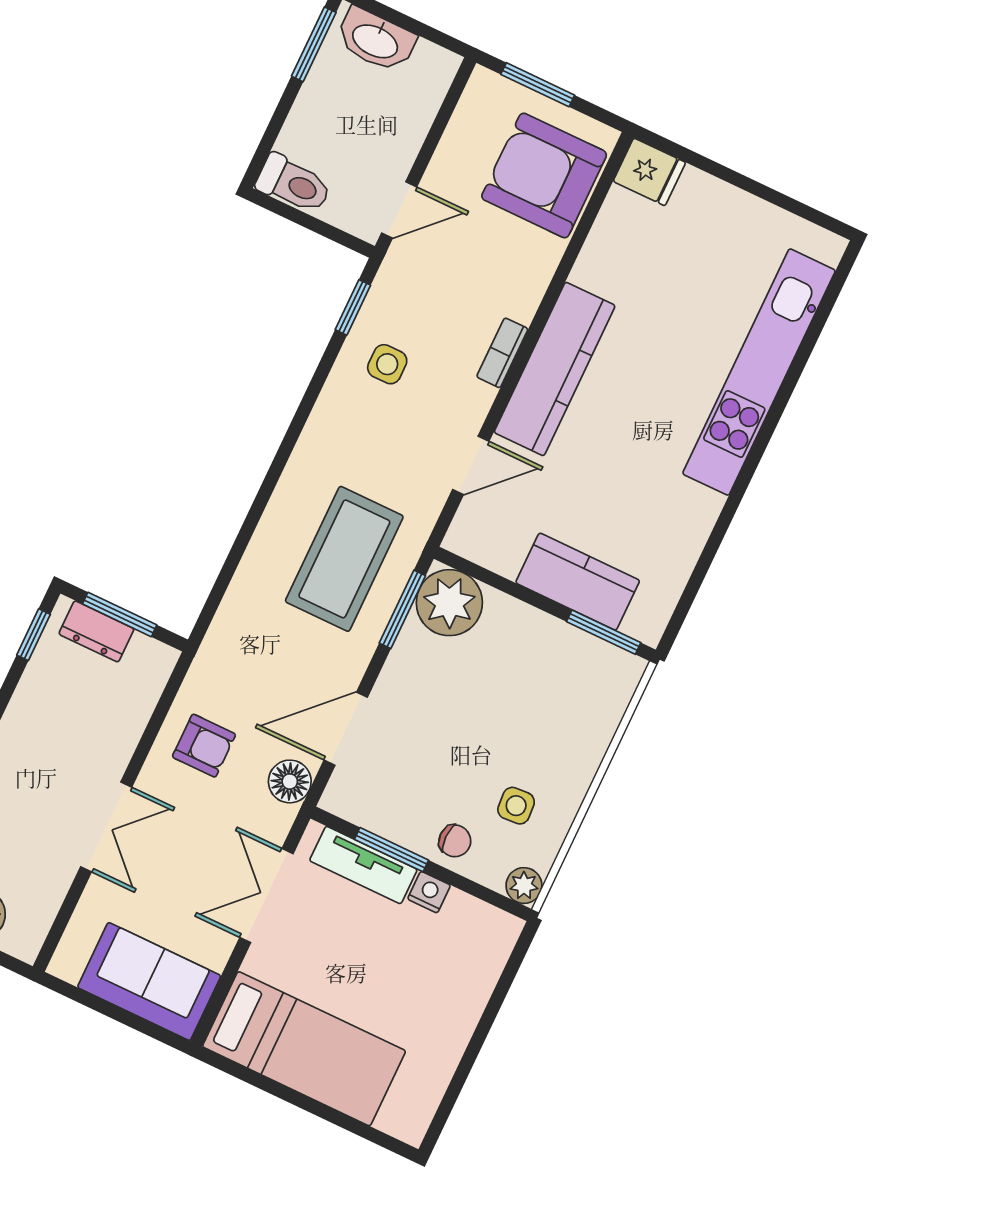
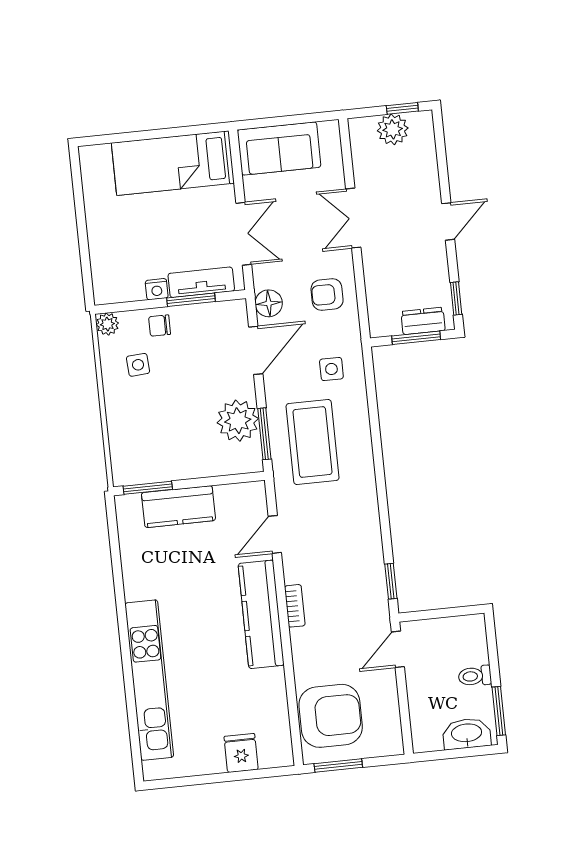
window: (538, 85) -> (338, 766), moved
fridge: (649, 172) -> (241, 753), moved, turned 90
toilet: (294, 184) -> (475, 676), moved, width x0.73, depth x0.72
side table: (387, 364) -> (331, 369), moved
plant: (449, 603) -> (238, 421), moved

